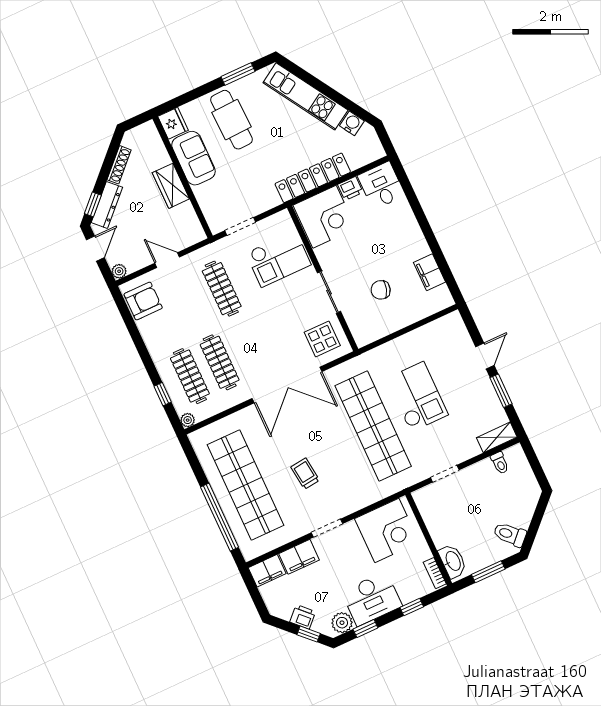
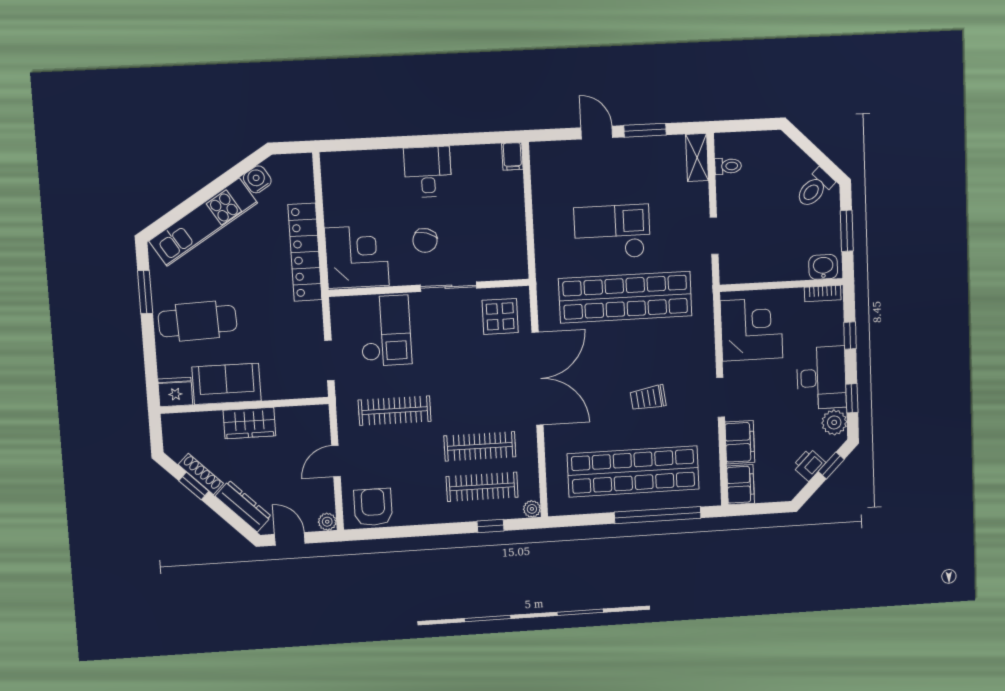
desk: (381, 186) -> (428, 172), moved, turned 90
printer: (350, 188) -> (335, 213), removed
window: (93, 204) -> (194, 486), moved
filing cabinet: (429, 272) -> (512, 156), moved, width x0.50
chair: (381, 290) -> (425, 240), moved
washbasin: (453, 561) -> (823, 267), width x0.72

